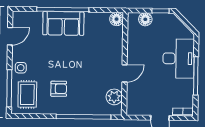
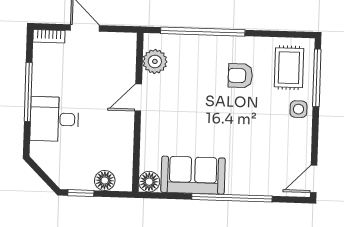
sofa: (63, 23) -> (193, 175), moved
door: (10, 36) -> (314, 179), moved
desk: (179, 58) -> (54, 119), width x0.73

